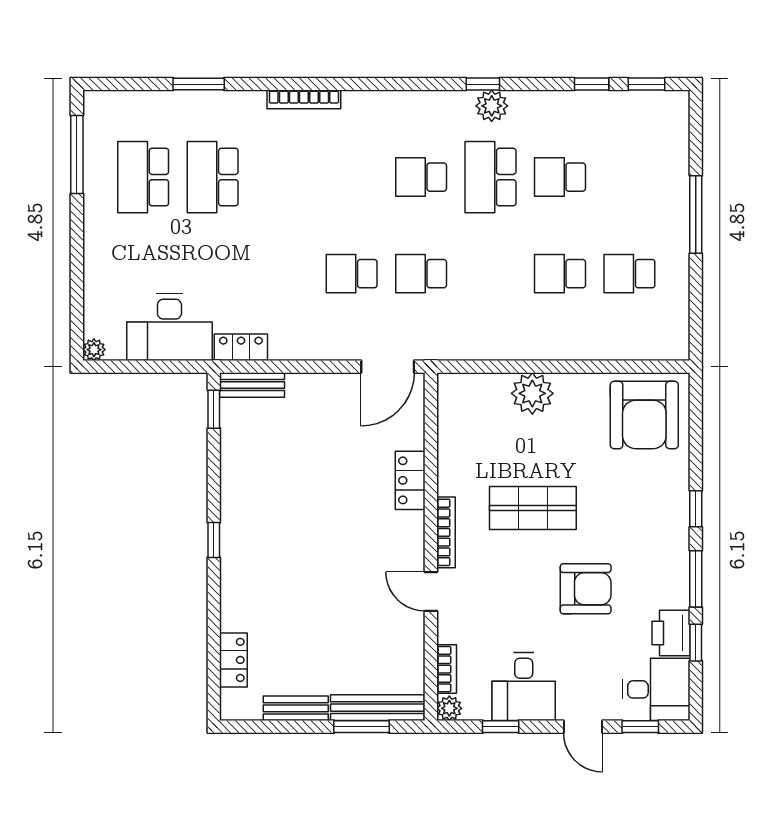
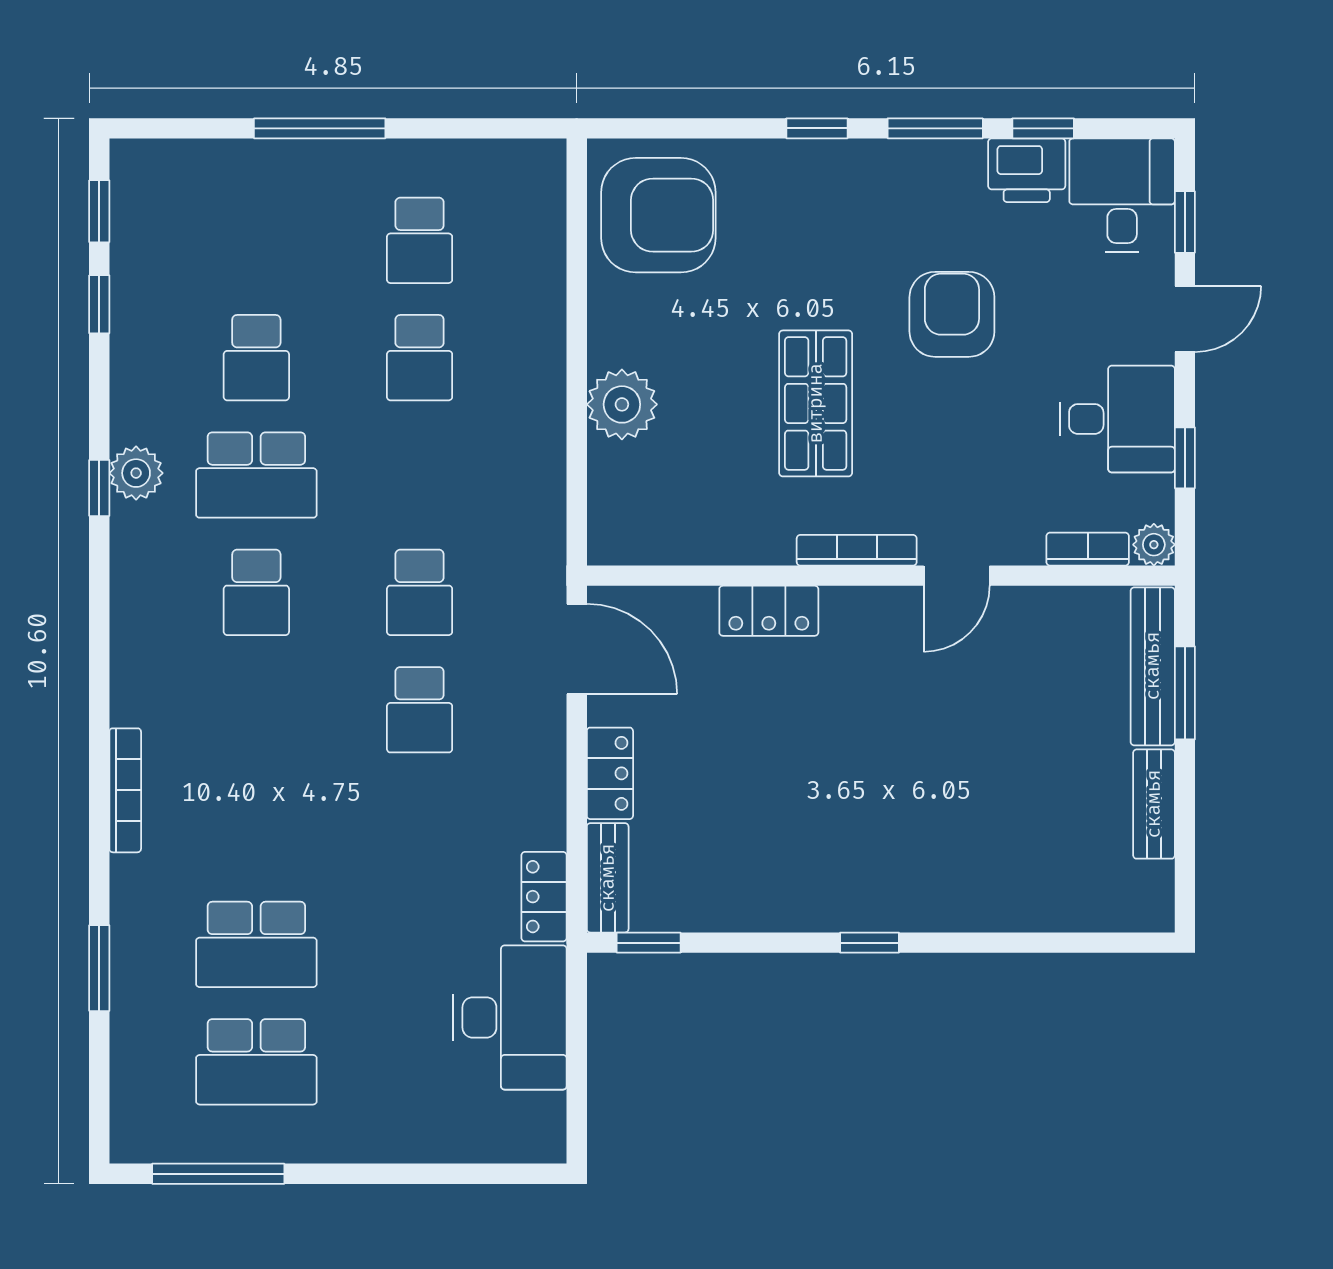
plant: (94, 350) -> (548, 1145), removed
locker: (233, 660) -> (610, 773), moved, turned 90

